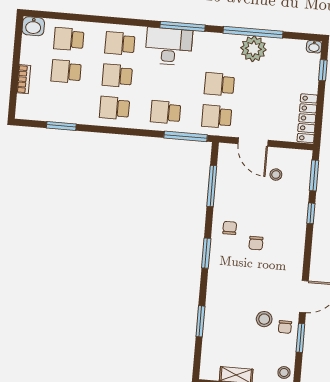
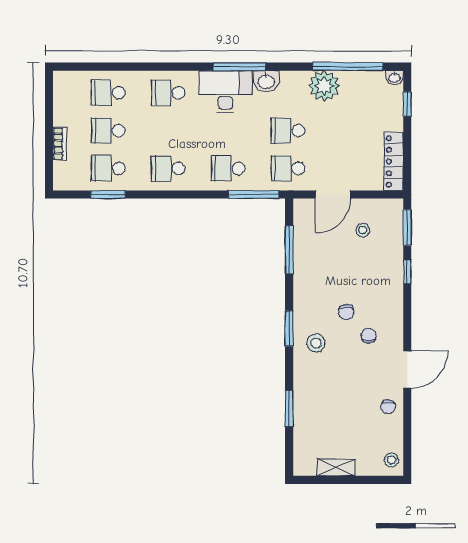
washbasin: (33, 26) -> (266, 81), moved
window: (253, 32) -> (348, 67), moved
school desk: (117, 76) -> (108, 168), moved
door: (253, 142) -> (333, 195), hinge flipped
chair: (230, 228) -> (369, 336), moved
stool: (264, 319) -> (316, 343), moved
window: (300, 338) -> (407, 418), removed

